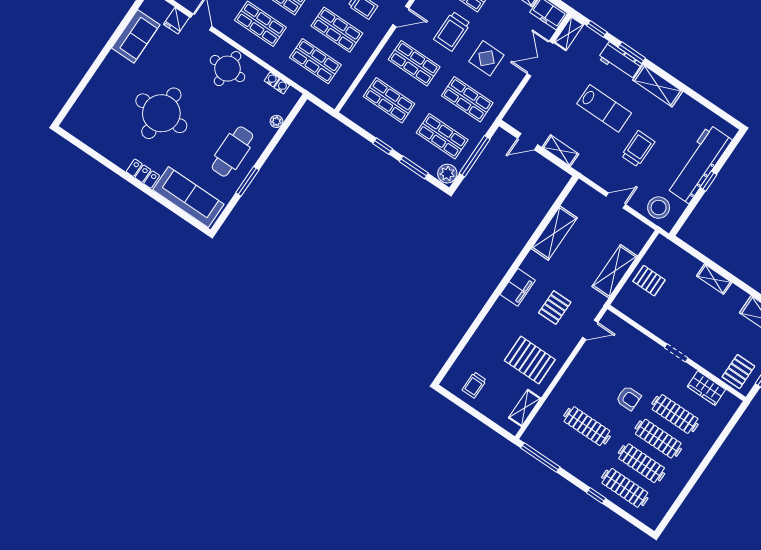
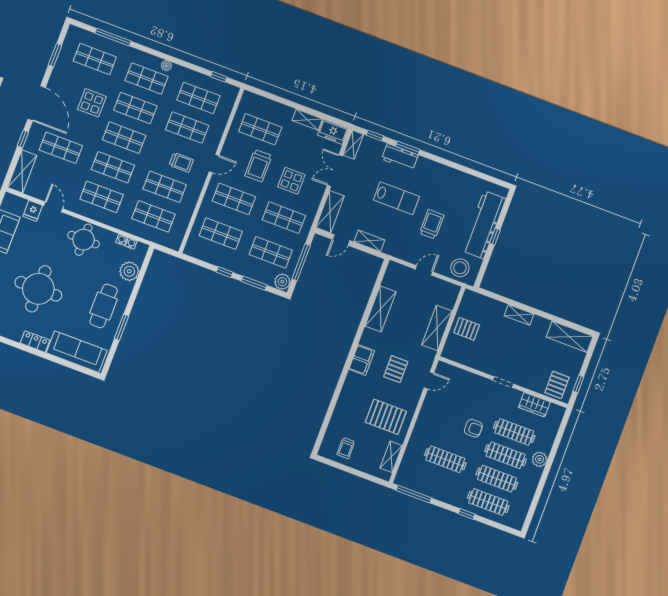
shelving: (658, 86) -> (330, 212), moved, turned 90
plant: (276, 121) -> (129, 271), width x1.87, depth x1.87
plant: (697, 453) -> (540, 459), added

